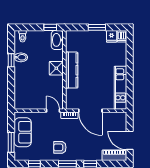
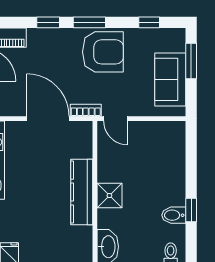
armchair: (60, 147) -> (103, 52), width x1.88, depth x1.88

